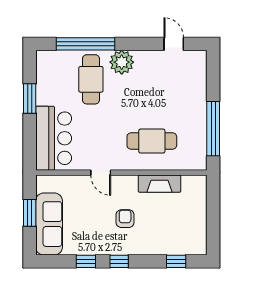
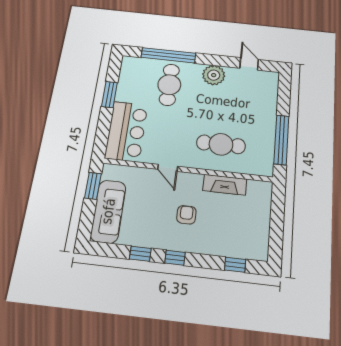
plant: (122, 62) -> (214, 75), moved
window: (30, 213) -> (93, 186), moved

